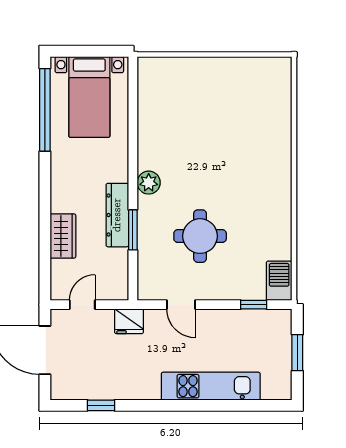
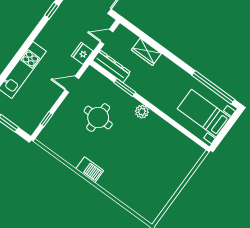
dresser: (117, 215) -> (112, 66), moved
barbecue: (279, 281) -> (90, 170), moved
door: (82, 305) -> (107, 37), swing flipped

